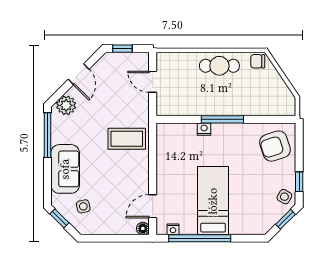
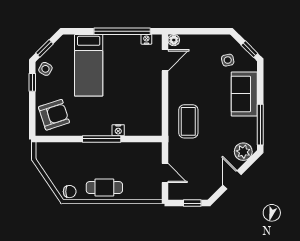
coffee table: (127, 139) -> (188, 121), turned 90
bed: (213, 201) -> (89, 65), moved

